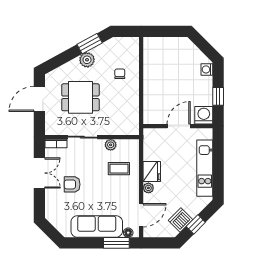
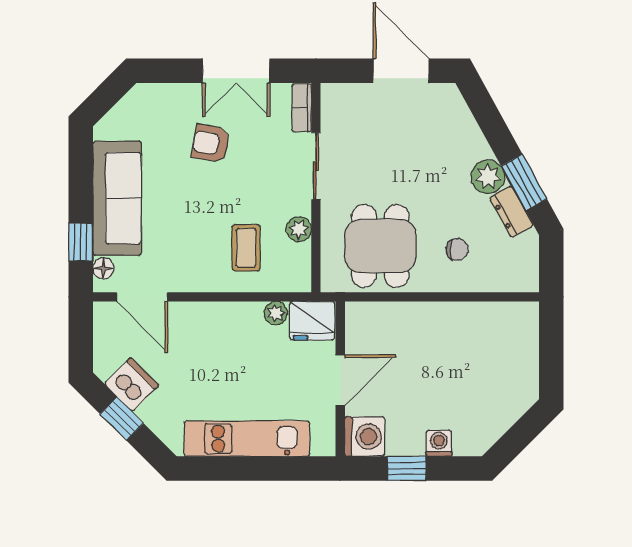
dresser: (103, 49) -> (512, 212), added
washing machine: (207, 69) -> (439, 443), moved
dining table: (80, 97) -> (380, 246), moved
door: (179, 126) -> (340, 380), hinge flipped
fridge: (152, 172) -> (312, 321), moved
armchair: (72, 184) -> (211, 143), turned -80
plant: (148, 188) -> (276, 313), moved
window: (116, 243) -> (81, 242), width x0.67

